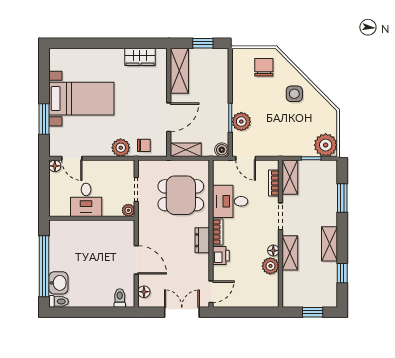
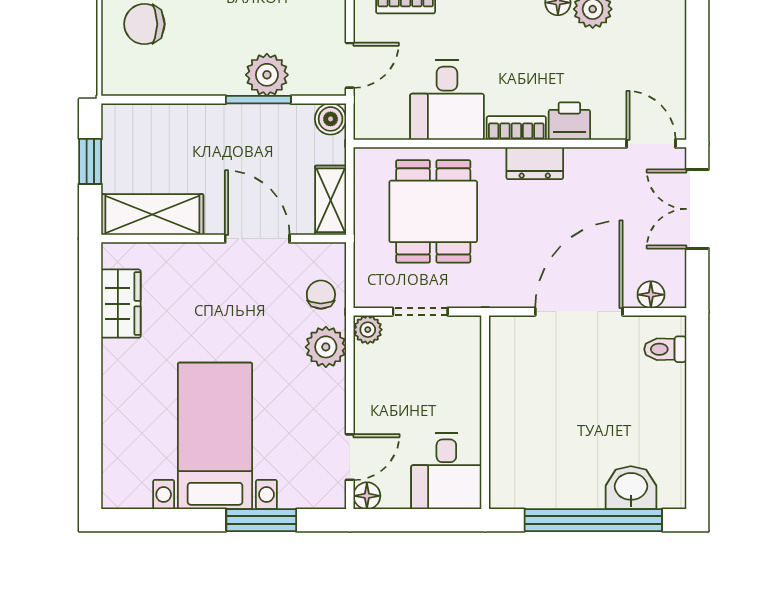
desk: (86, 200) -> (446, 471), moved, turned 90
plant: (128, 210) -> (368, 330), moved
door: (136, 260) -> (579, 312), width x1.36
toilet: (59, 301) -> (673, 487), removed

